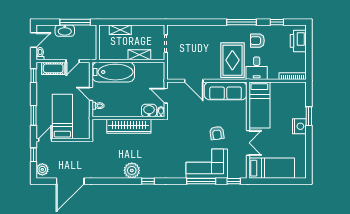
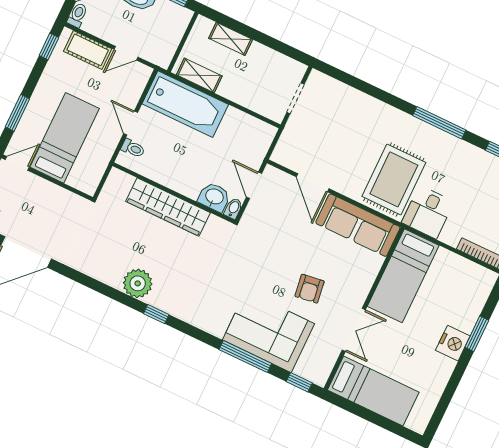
armchair: (257, 41) -> (451, 167), removed
shelving: (139, 55) -> (199, 75), moved

